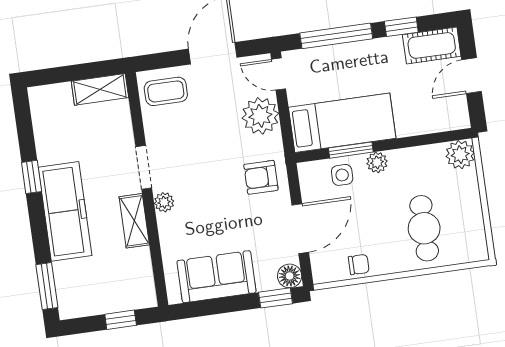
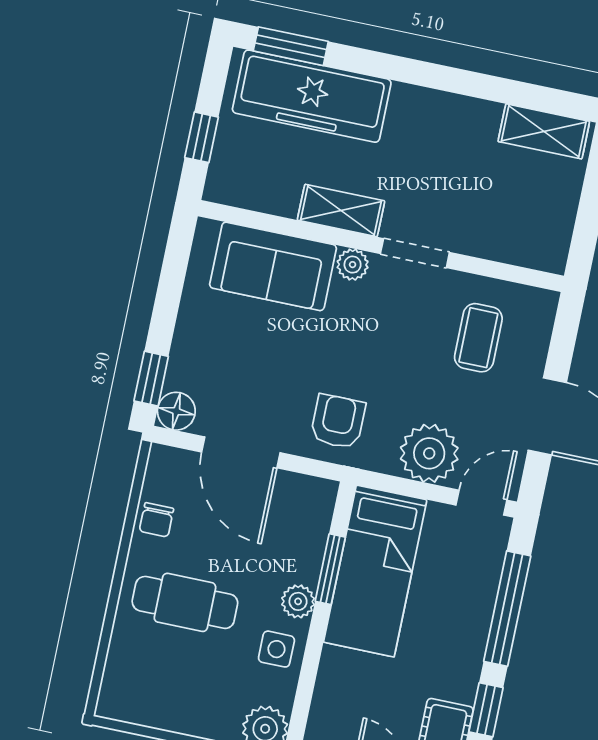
shelving: (100, 89) -> (544, 131), moved, turned 90
coffee table: (166, 91) -> (478, 338), moved
side table: (342, 175) -> (276, 649), moved
window: (32, 177) -> (461, 82), removed
freezer: (65, 211) -> (312, 96), moved
cafe table: (424, 228) -> (185, 602), moved
sofa: (216, 277) -> (273, 266), moved, turned 90

